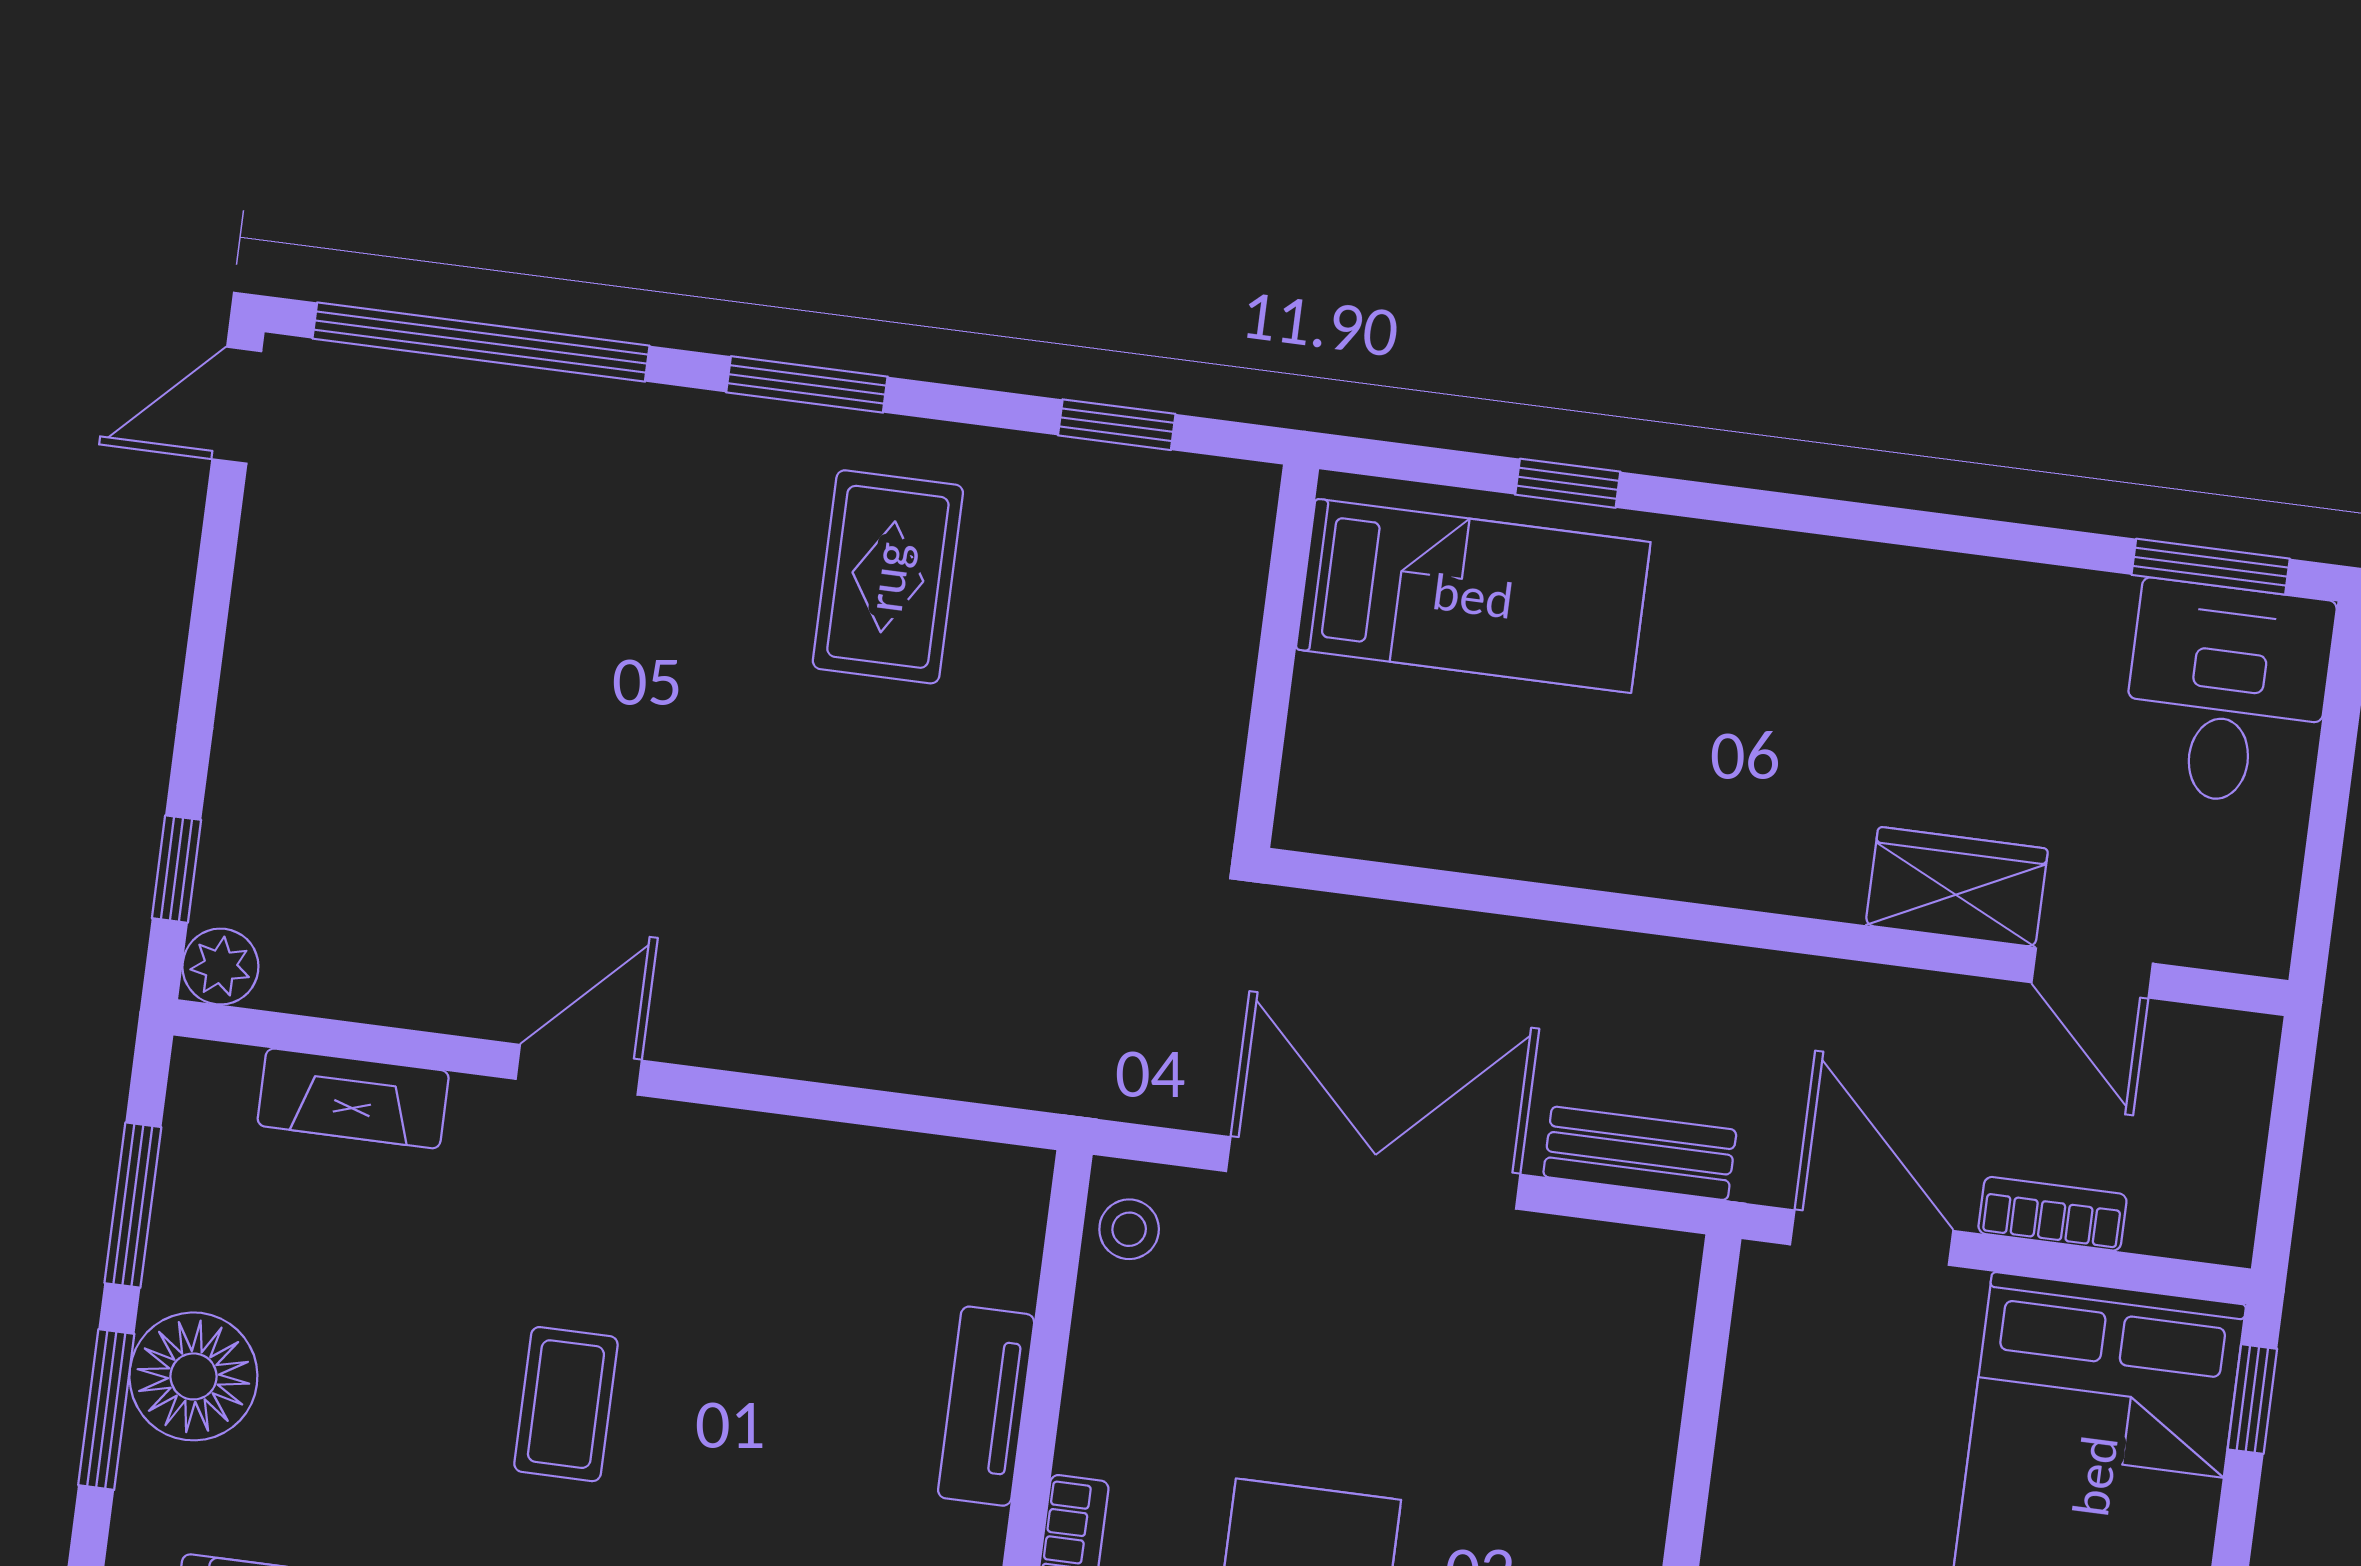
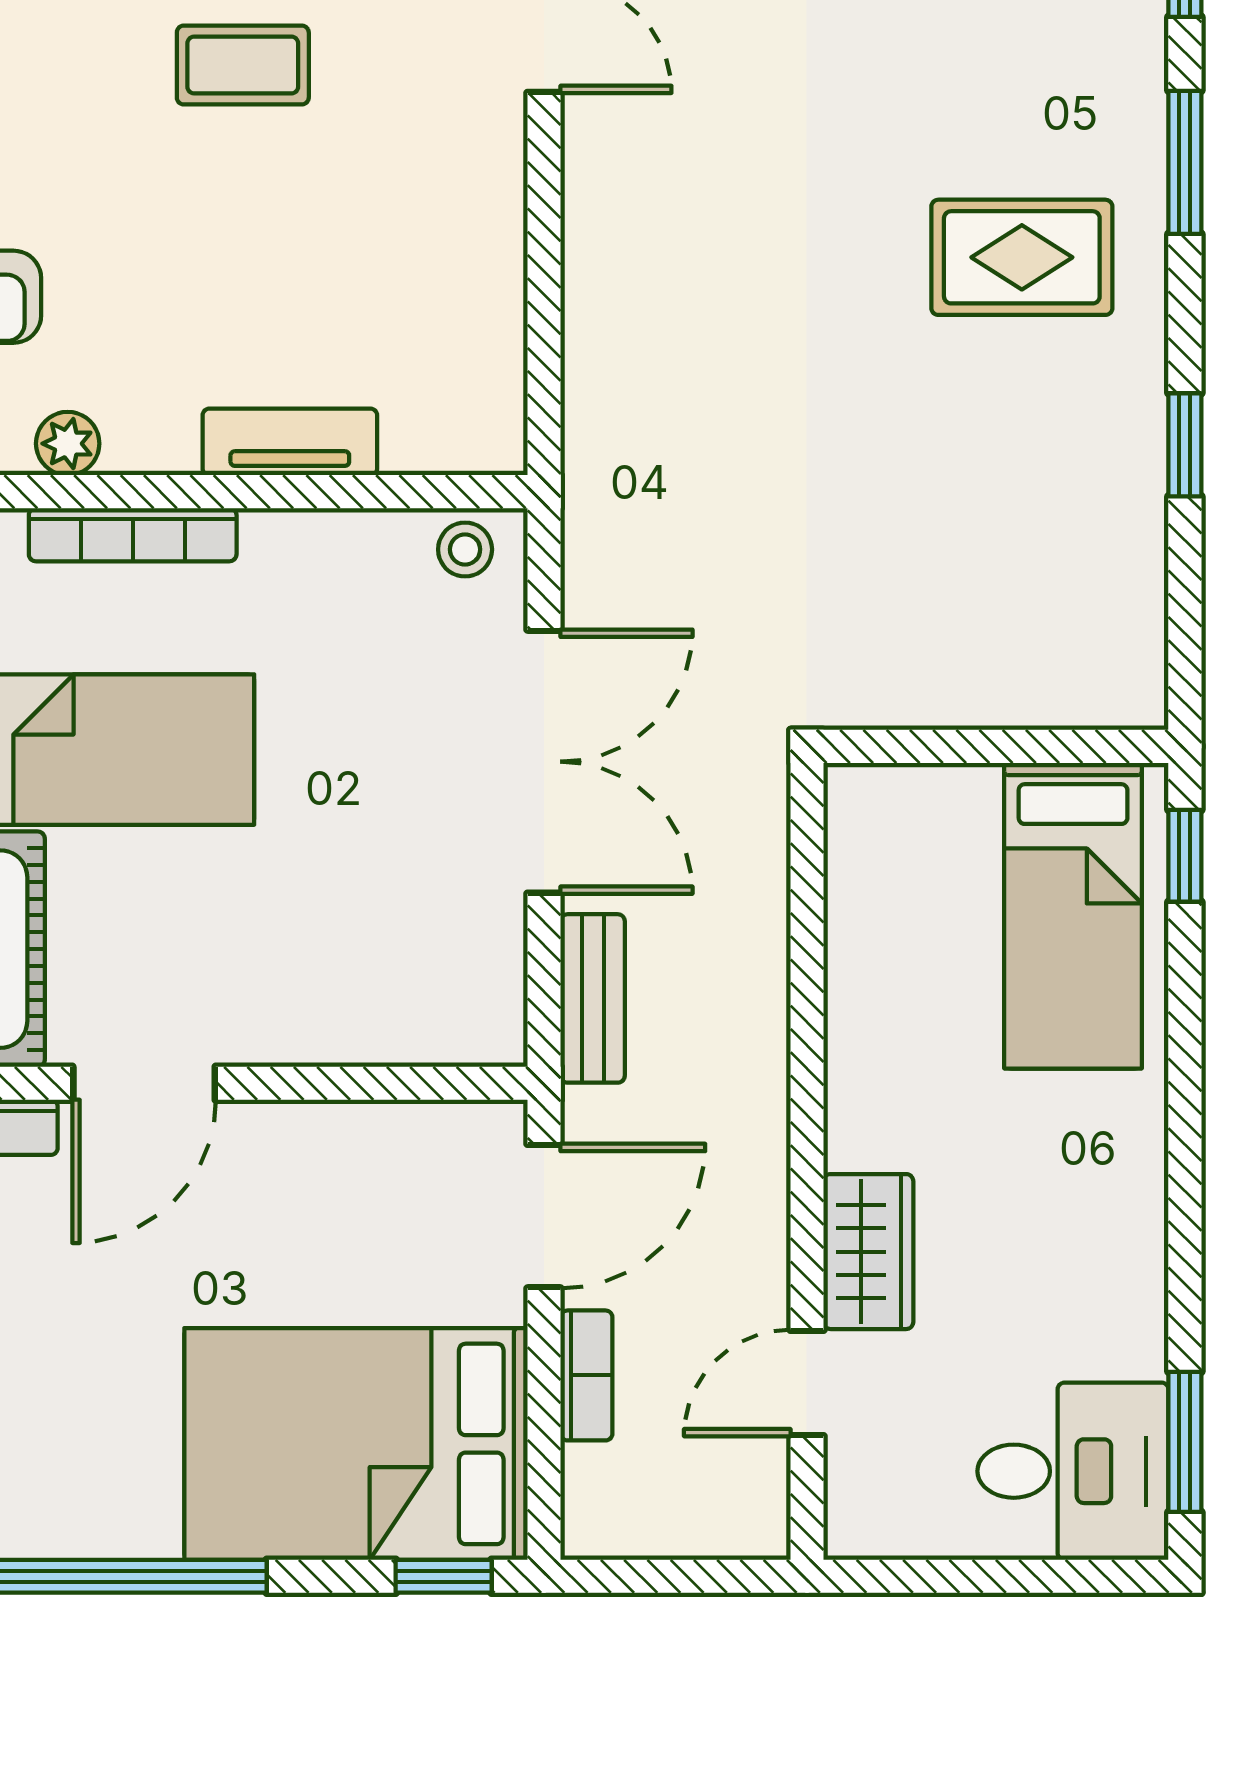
bed: (1473, 596) -> (1073, 916), moved
wall: (1276, 656) -> (996, 746), moved

